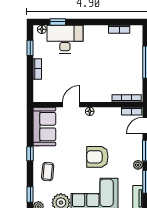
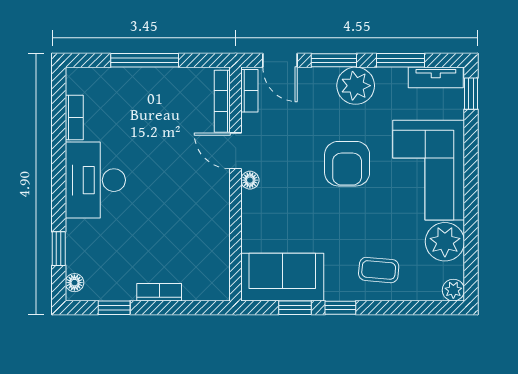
desk: (65, 39) -> (95, 180), moved
door: (71, 105) -> (236, 151), moved
plant: (138, 165) -> (356, 86), width x1.88, depth x1.88
window: (30, 195) -> (295, 308), moved

